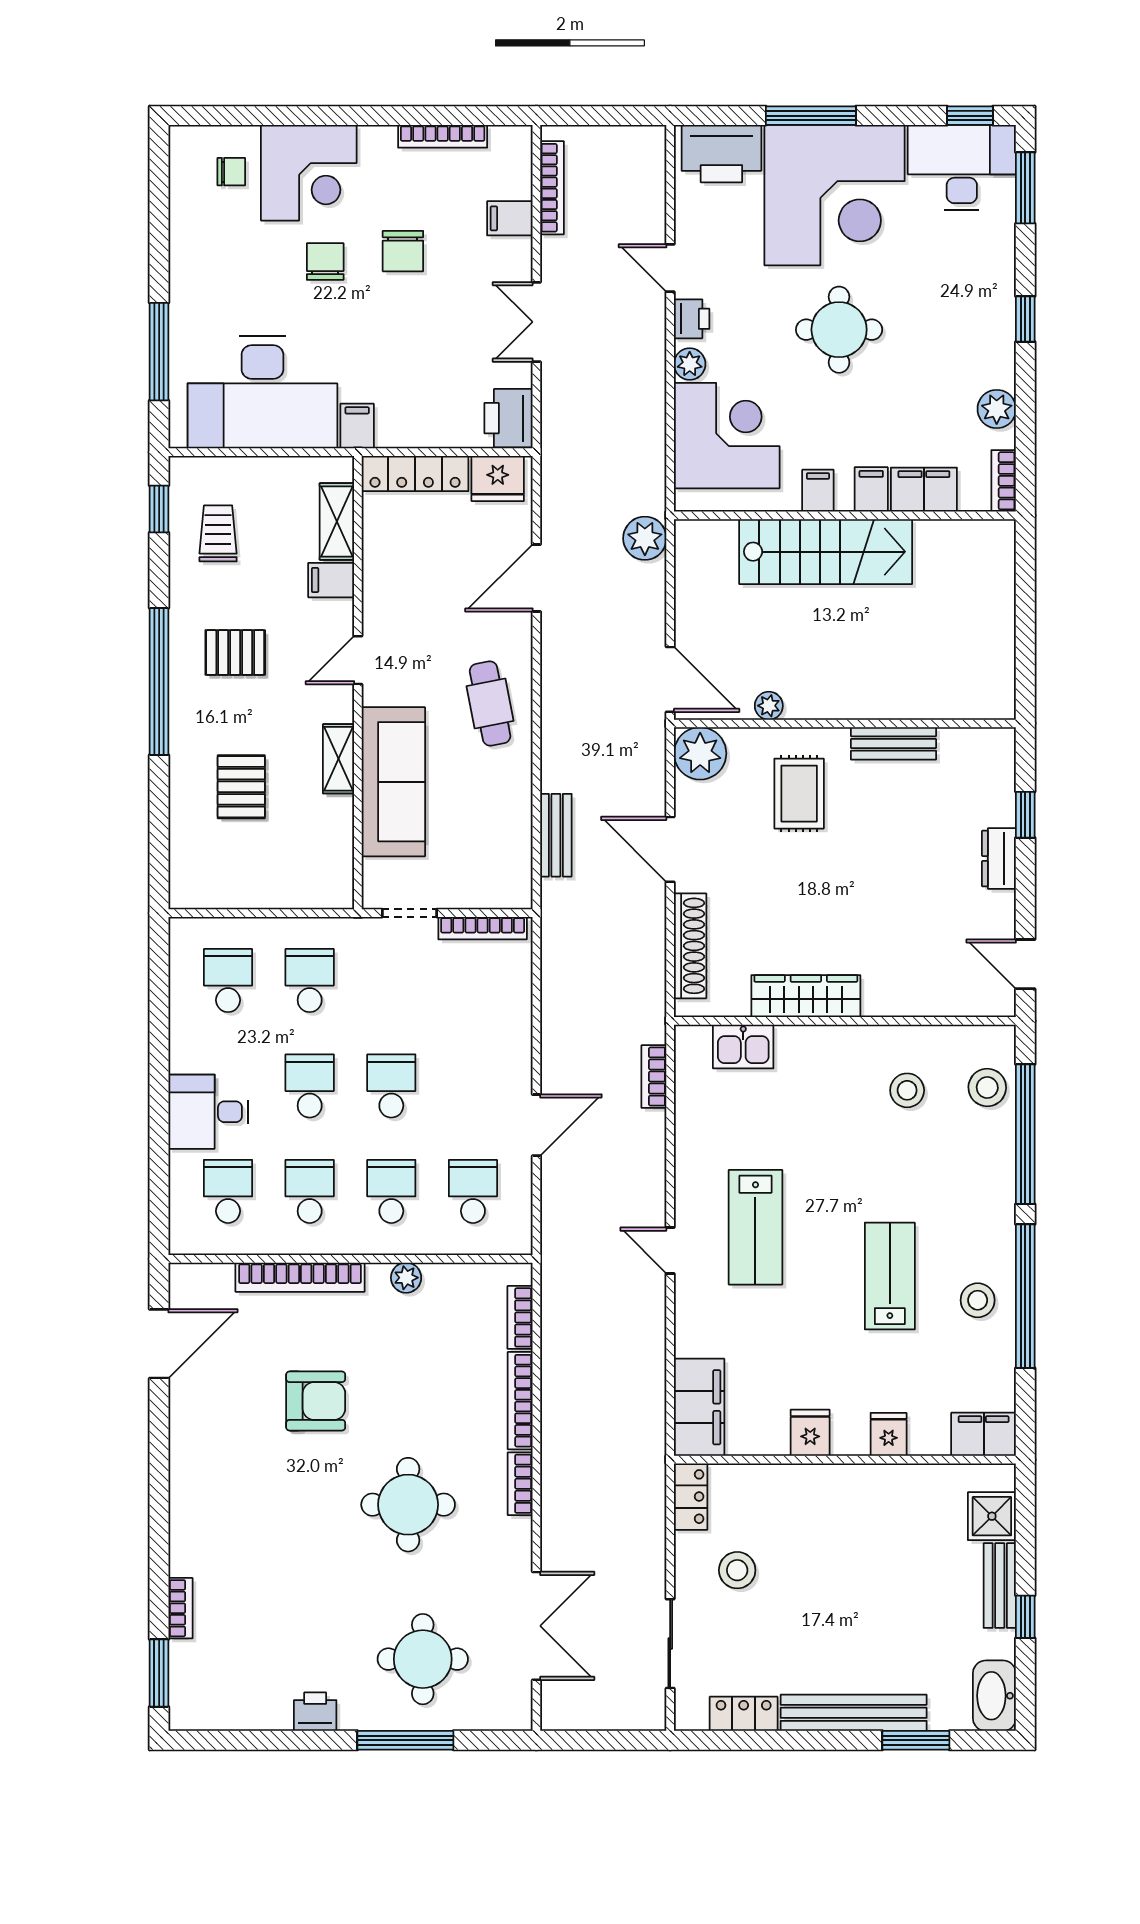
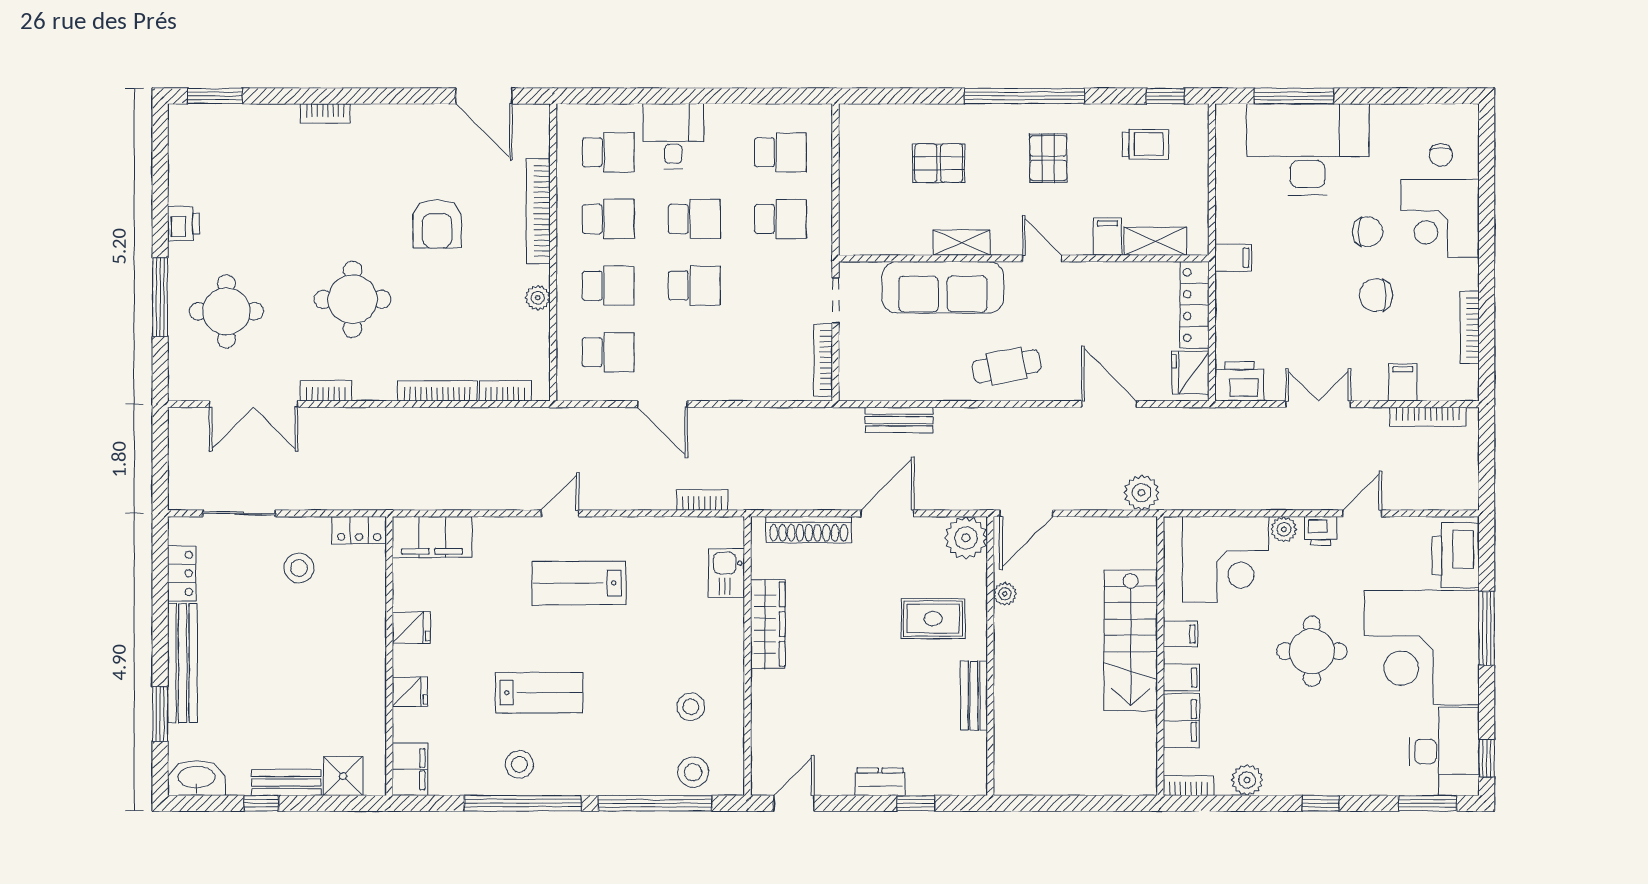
desk: (262, 392) -> (1308, 149), moved, turned 90
bookcase: (520, 1484) -> (326, 391), moved
bookcase: (180, 1608) -> (325, 113), moved

